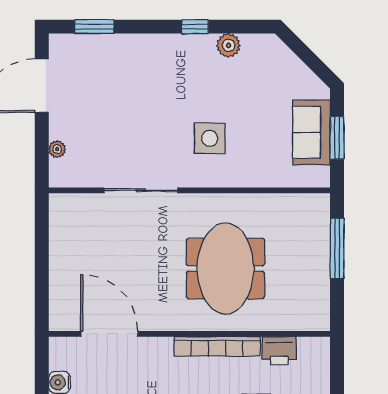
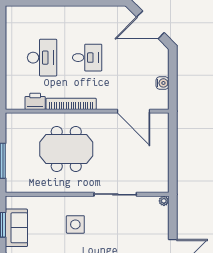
plant: (57, 149) -> (164, 201), moved
meeting table: (225, 269) -> (66, 149), turned 90

